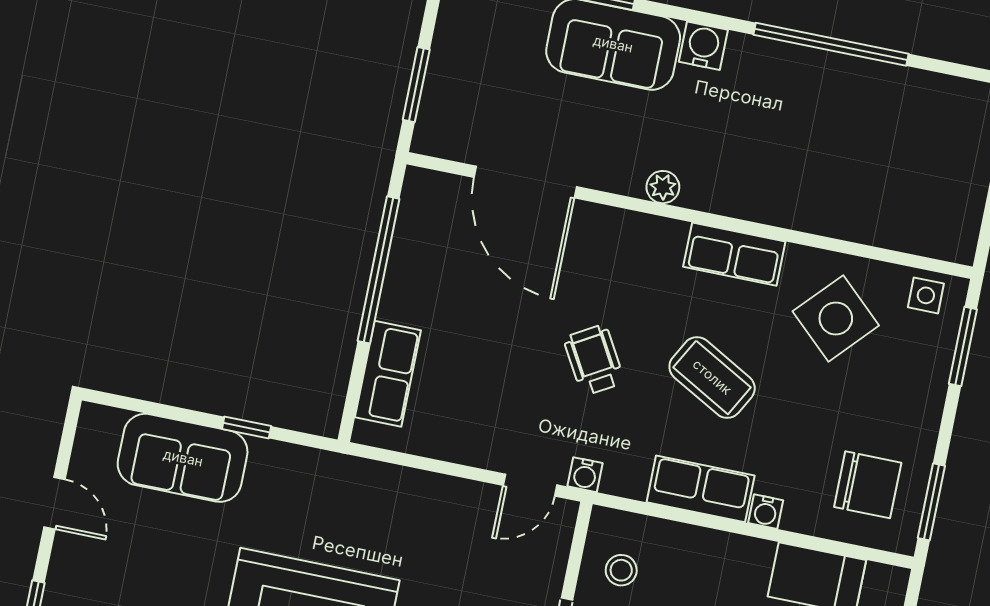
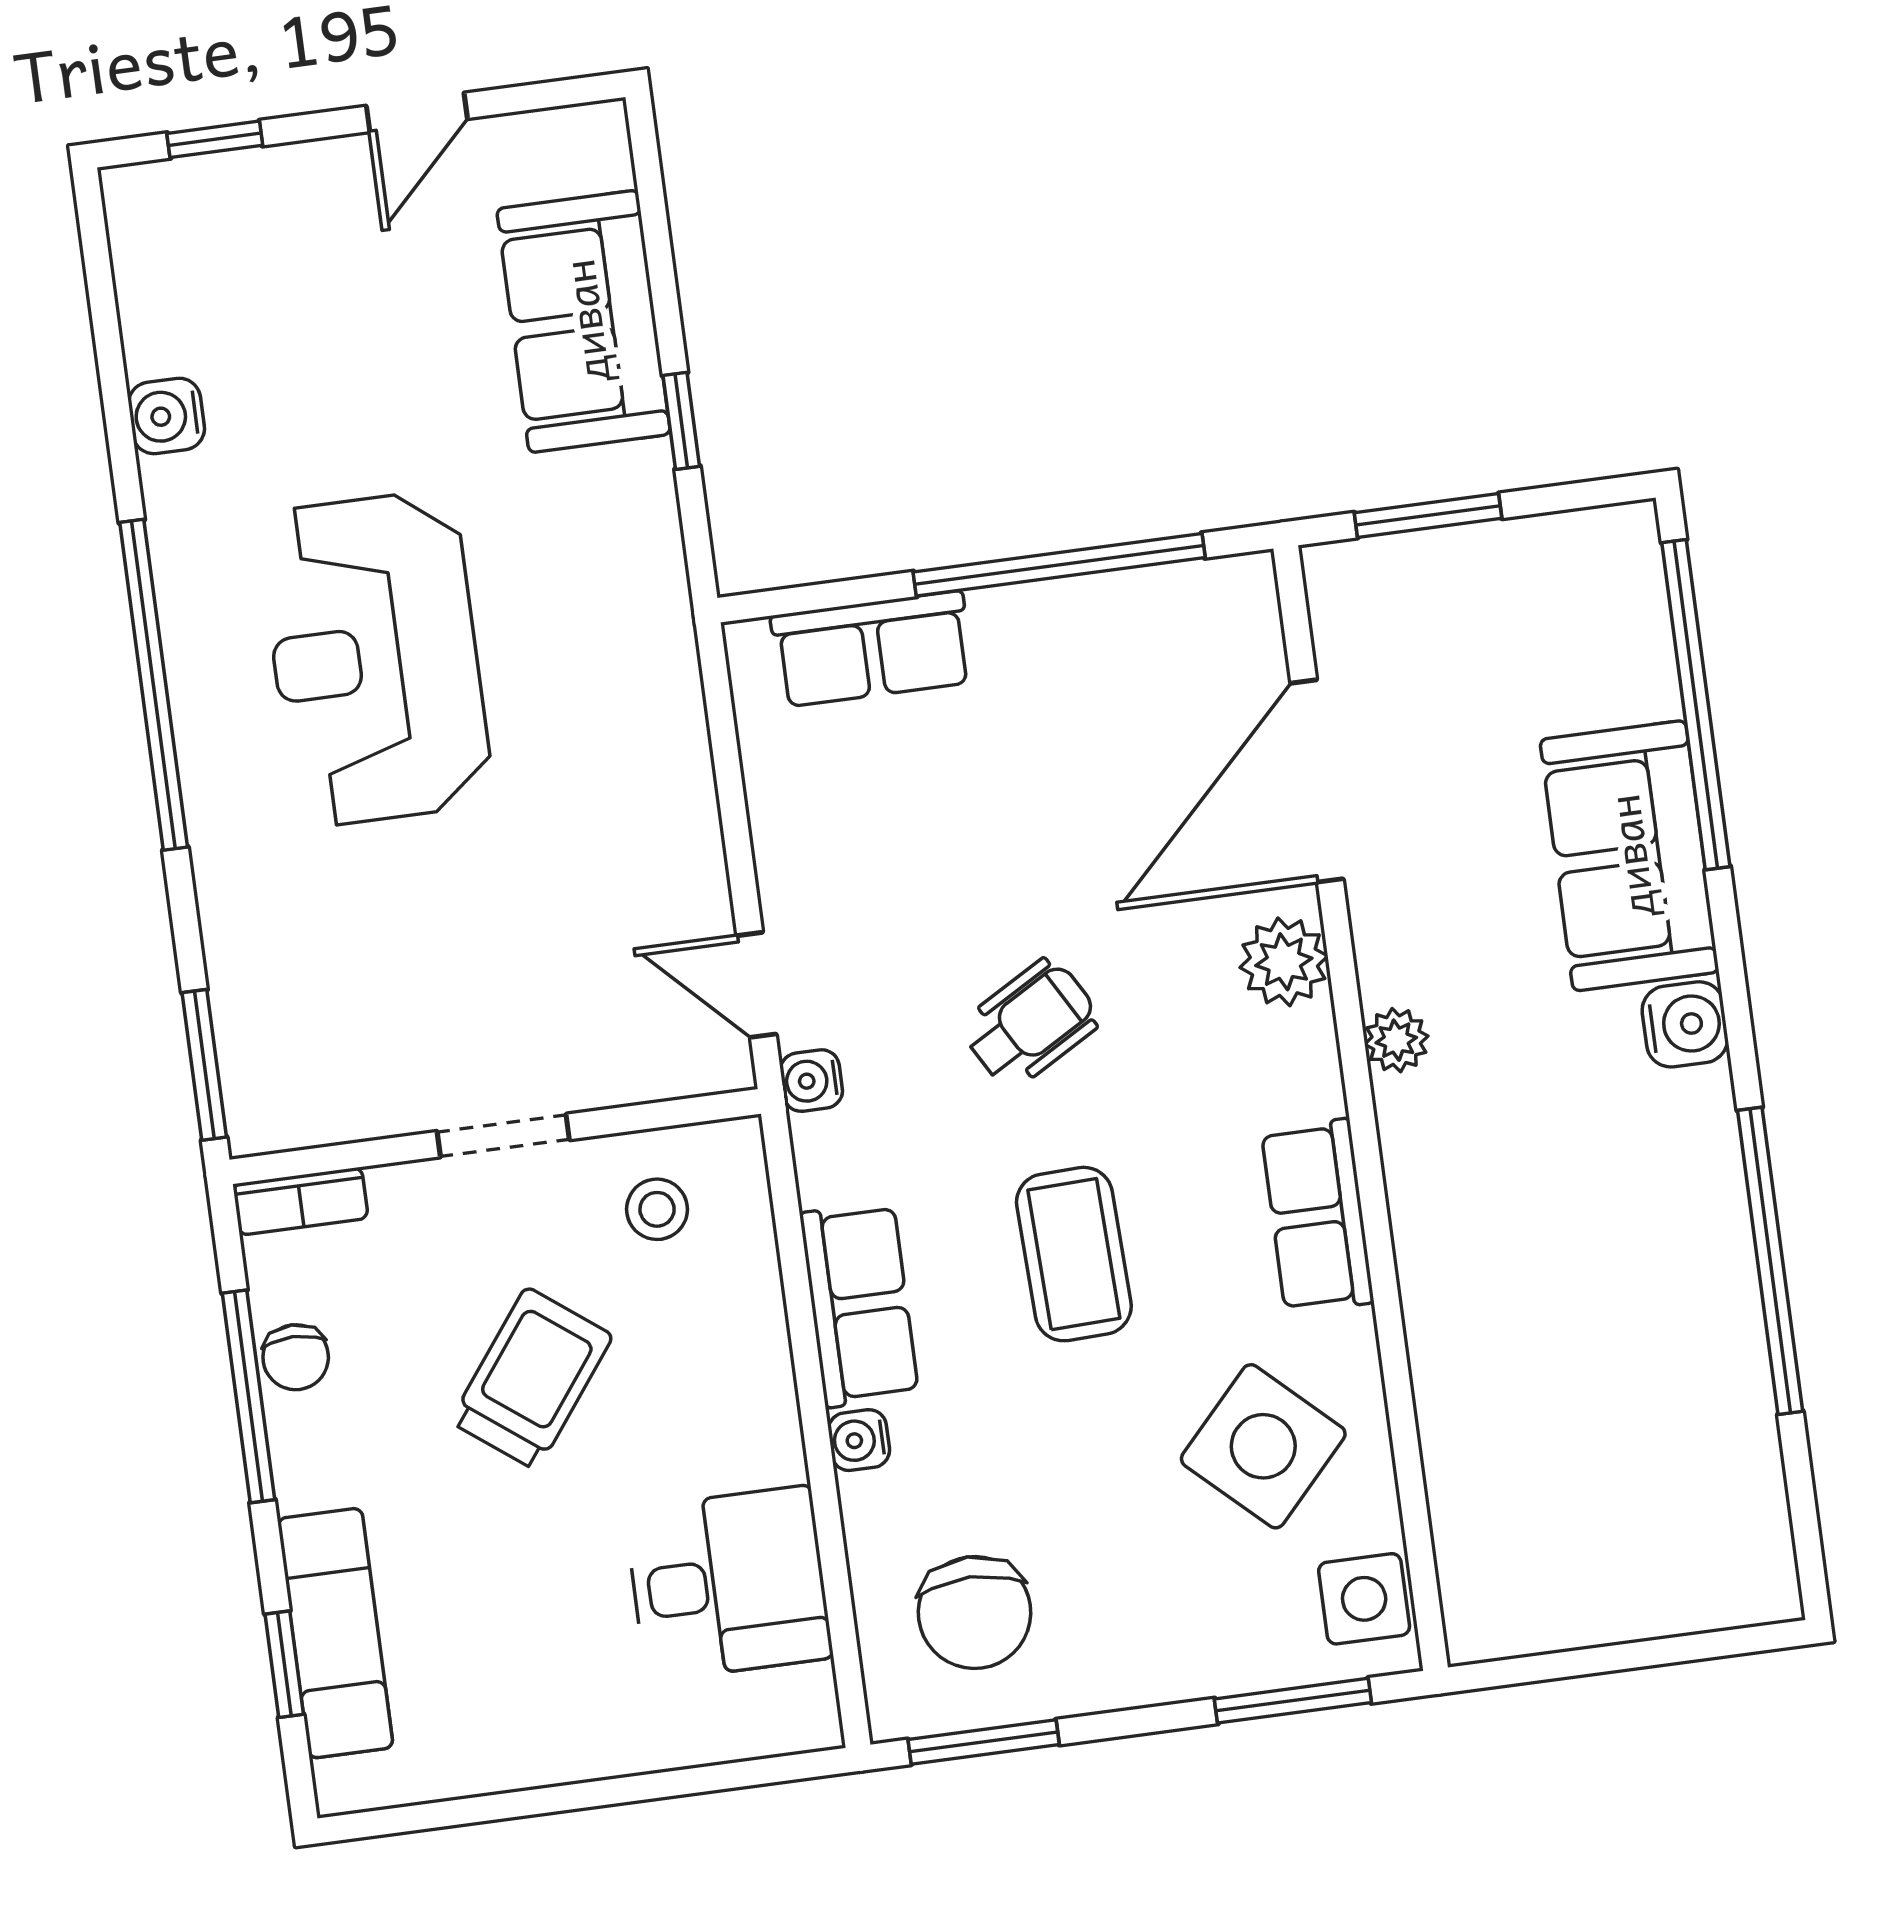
plant: (607, 228) -> (1284, 962), added
side table: (926, 295) -> (1364, 1599), width x1.37, depth x1.37
coffee table: (712, 377) -> (1074, 1254), turned -31

